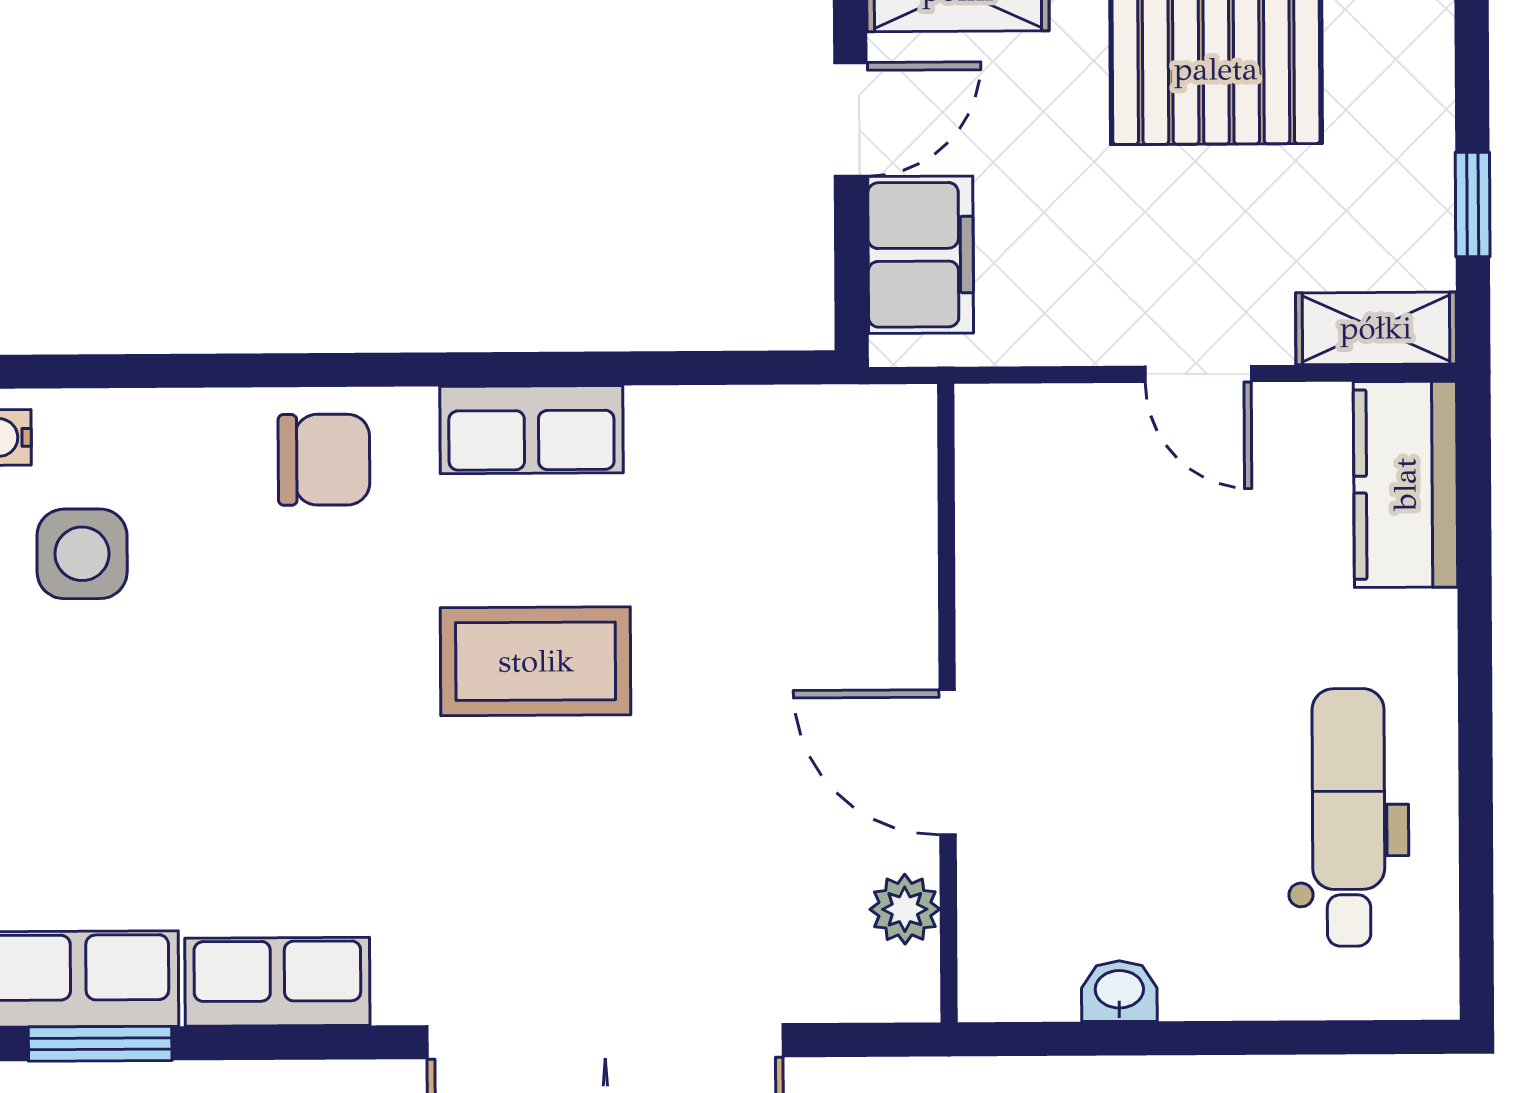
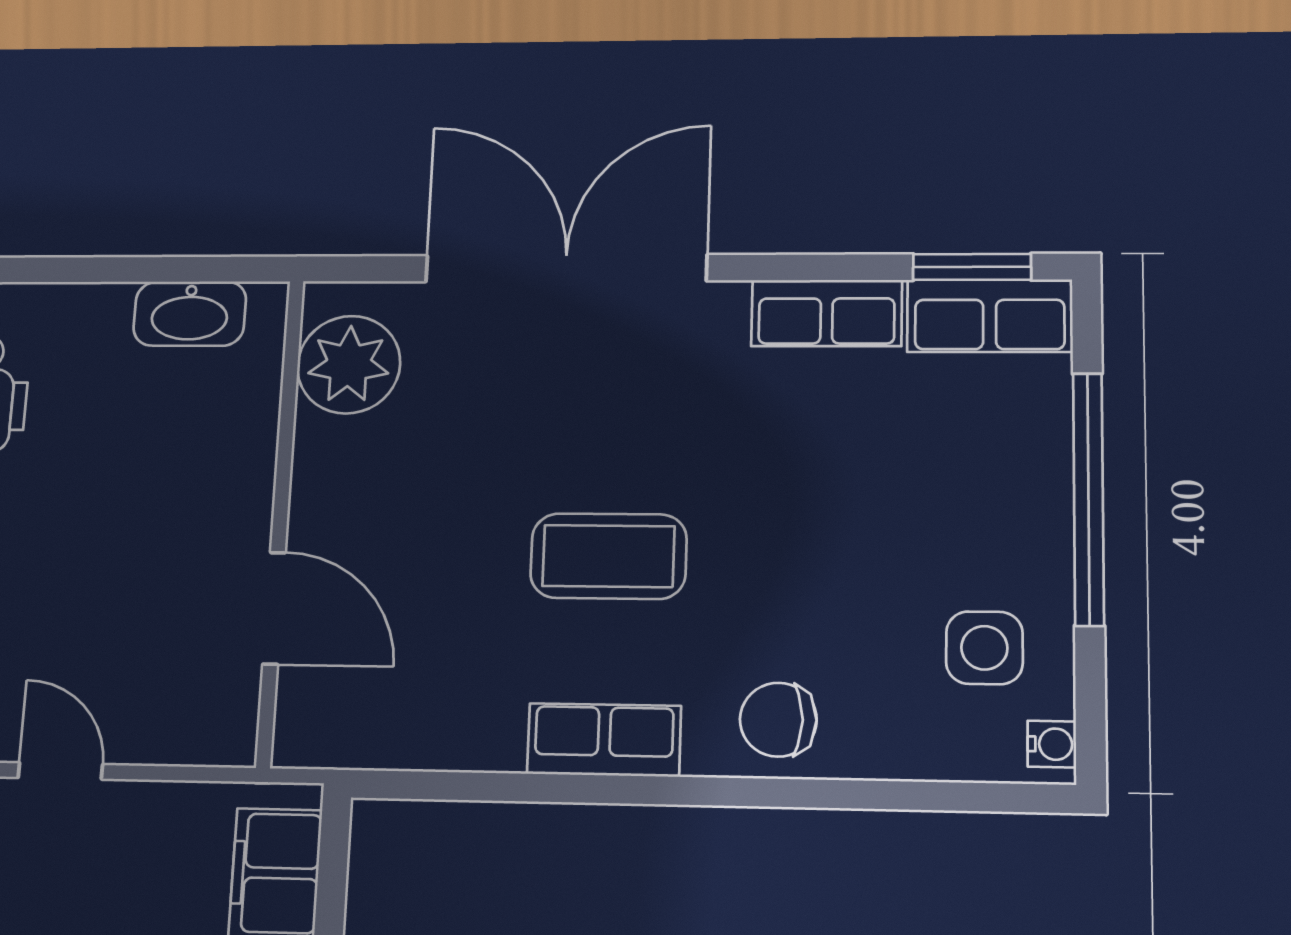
door: (948, 762) -> (274, 608), moved
plant: (905, 909) -> (349, 365), width x1.87, depth x1.87
washbasin: (1119, 991) -> (190, 314), width x1.91, depth x1.45

